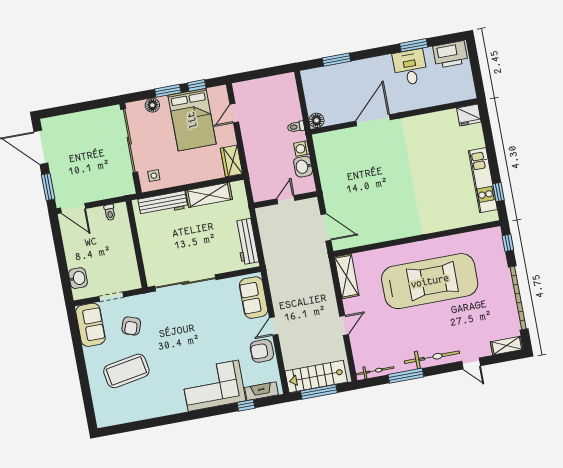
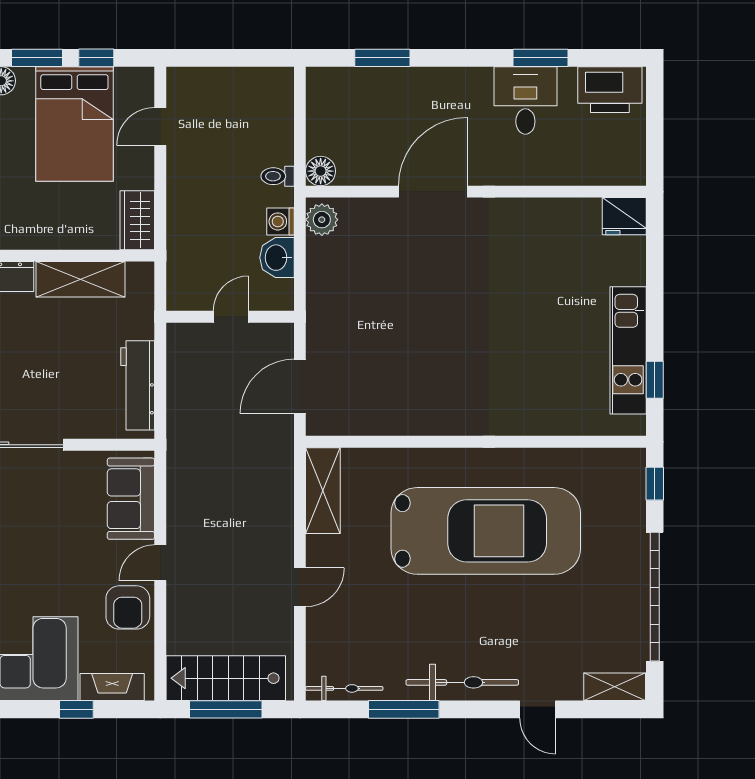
plant: (321, 144) -> (322, 220), added
door: (326, 227) -> (300, 386), swing flipped
armchair: (262, 351) -> (128, 607), turned -90

